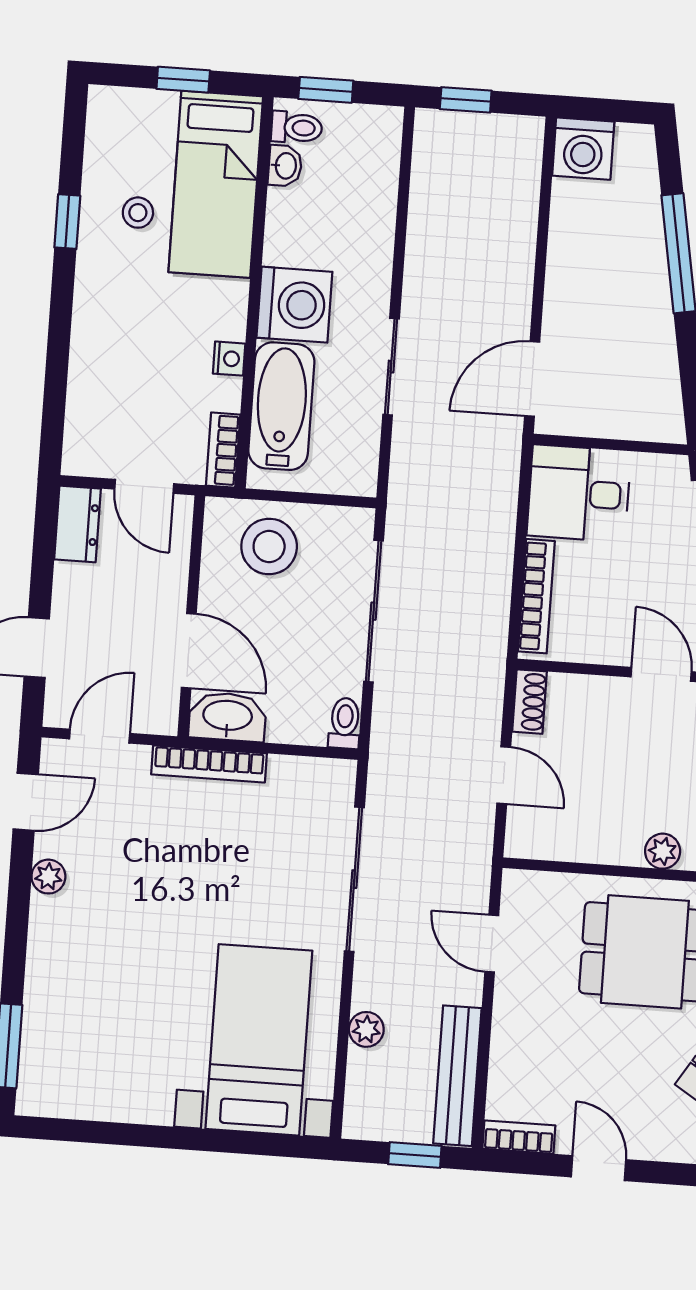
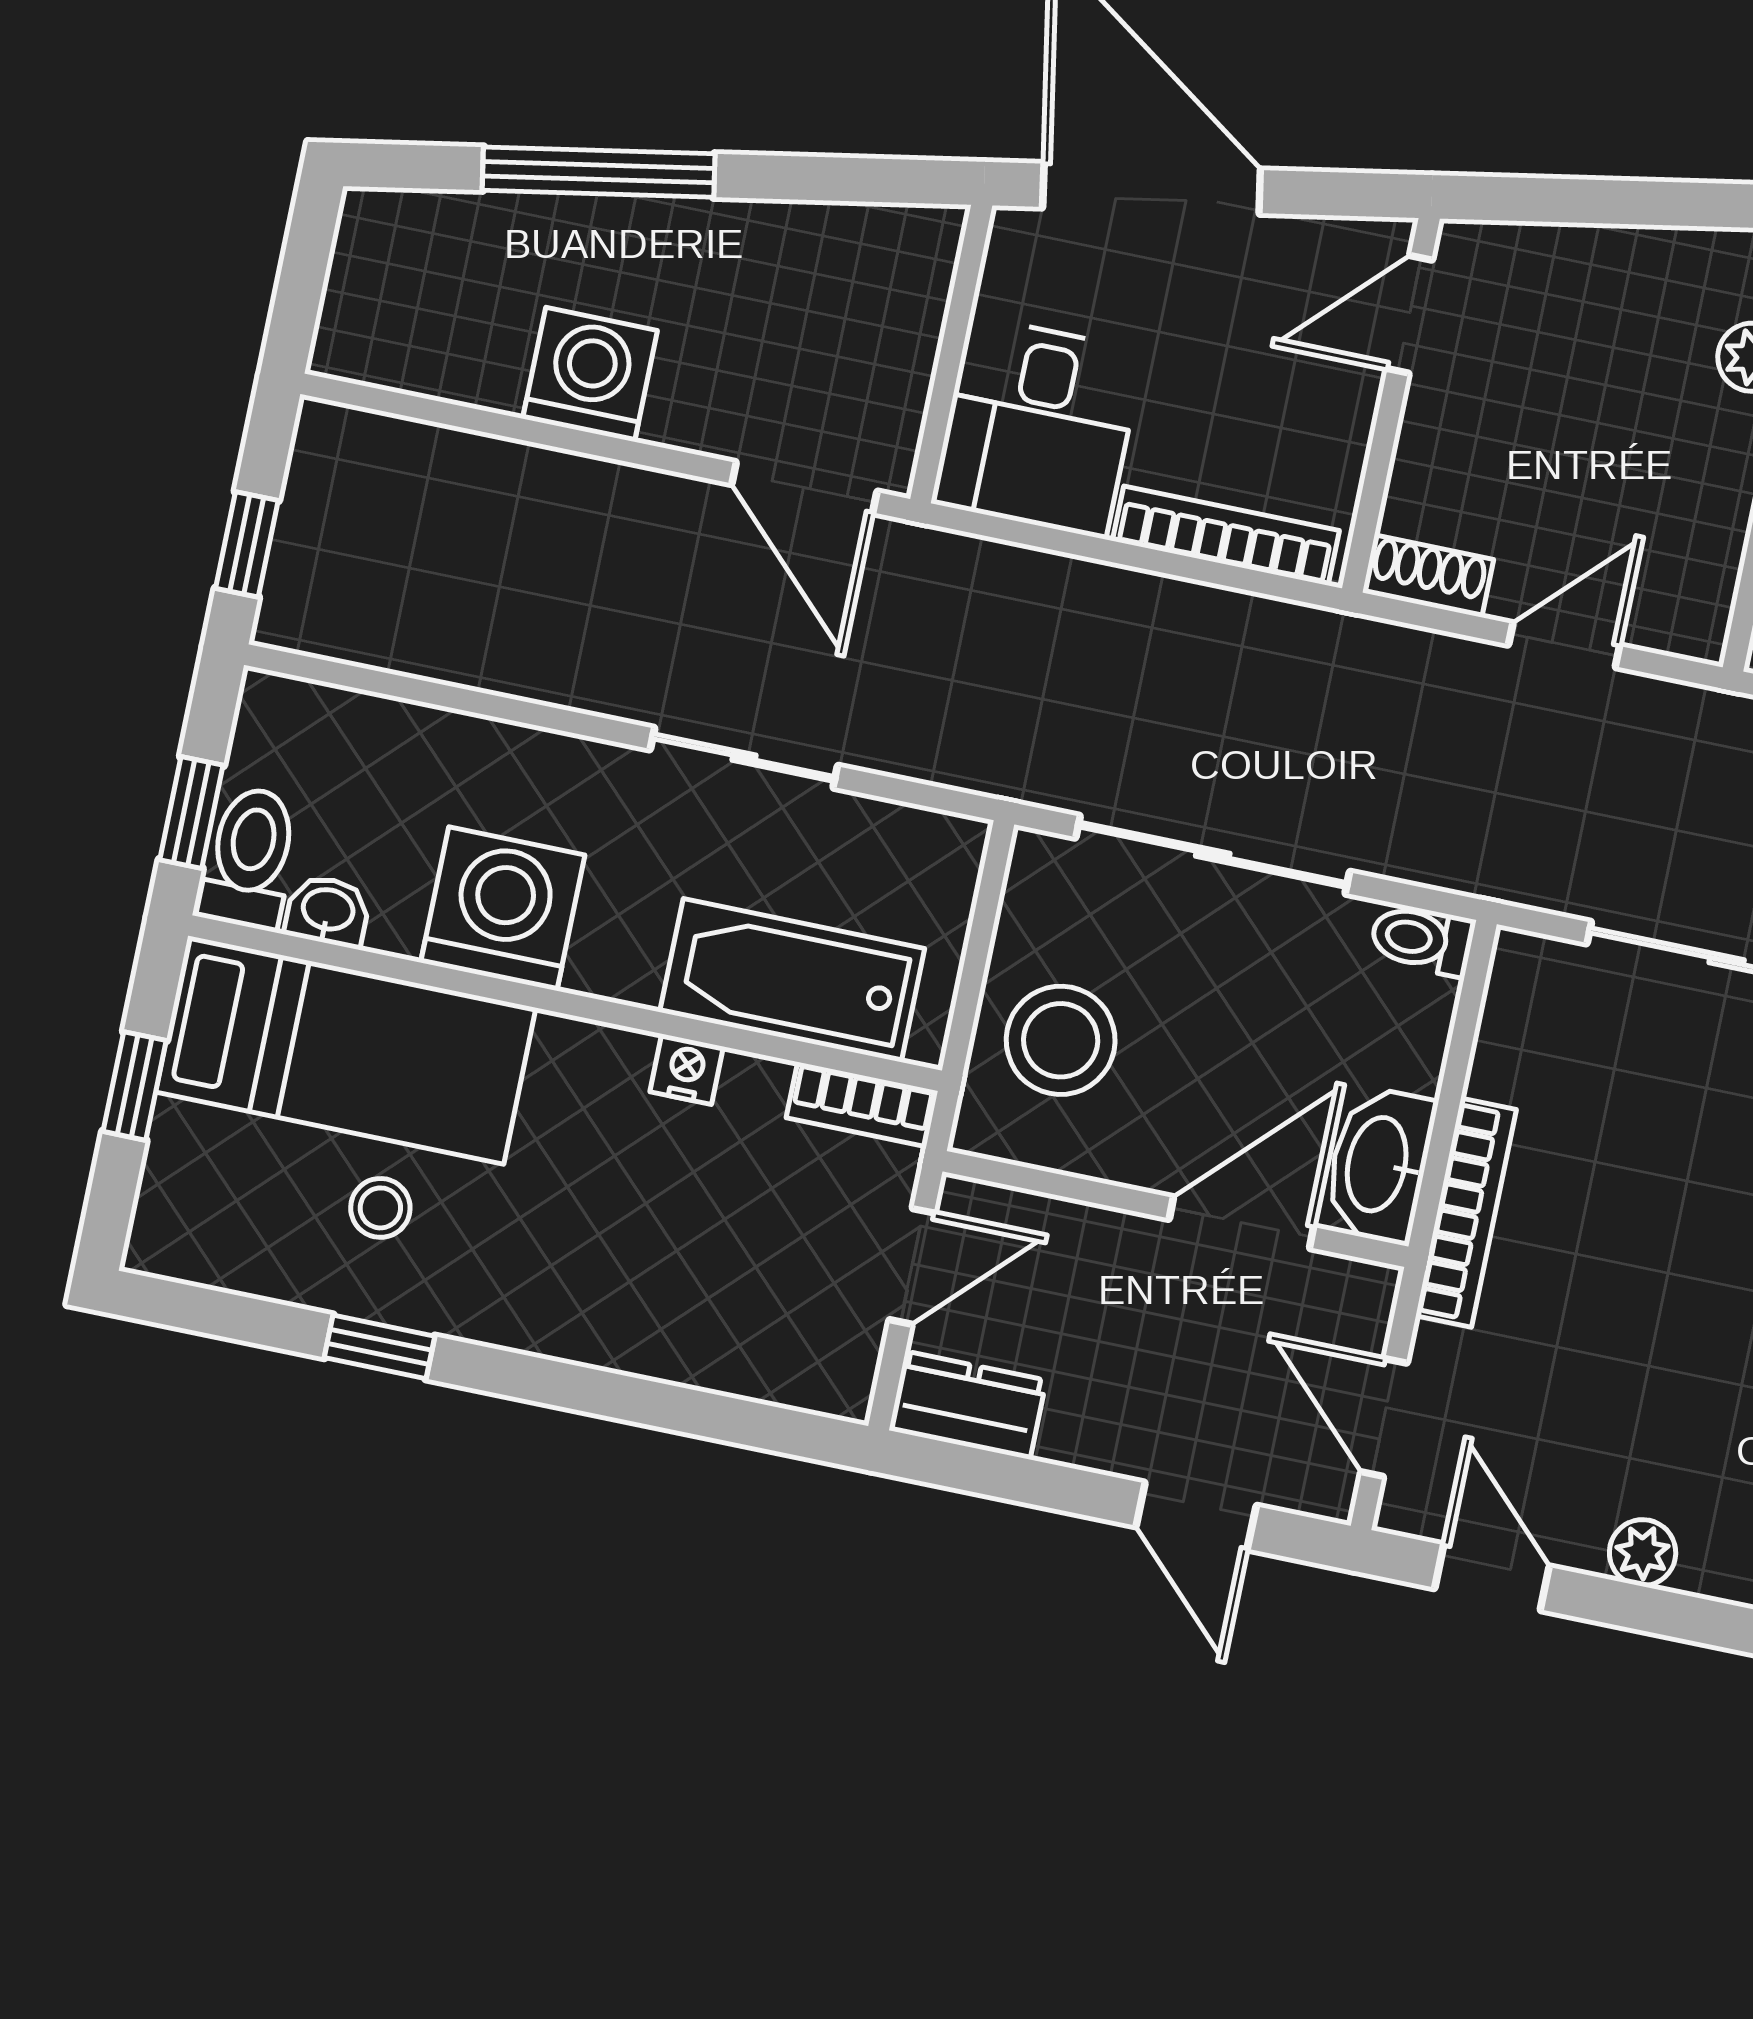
toilet: (297, 128) -> (250, 858), width x1.37, depth x1.39
washing machine: (583, 149) -> (590, 375), moved, turned -90
washing machine: (294, 305) -> (503, 909), moved

